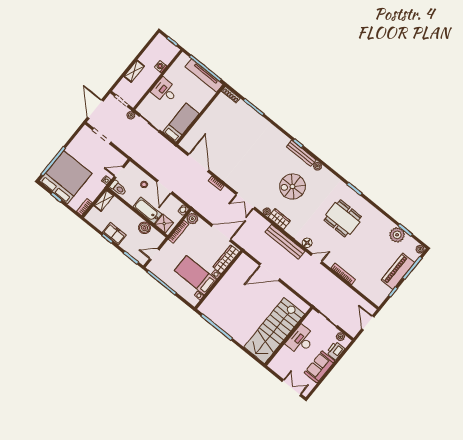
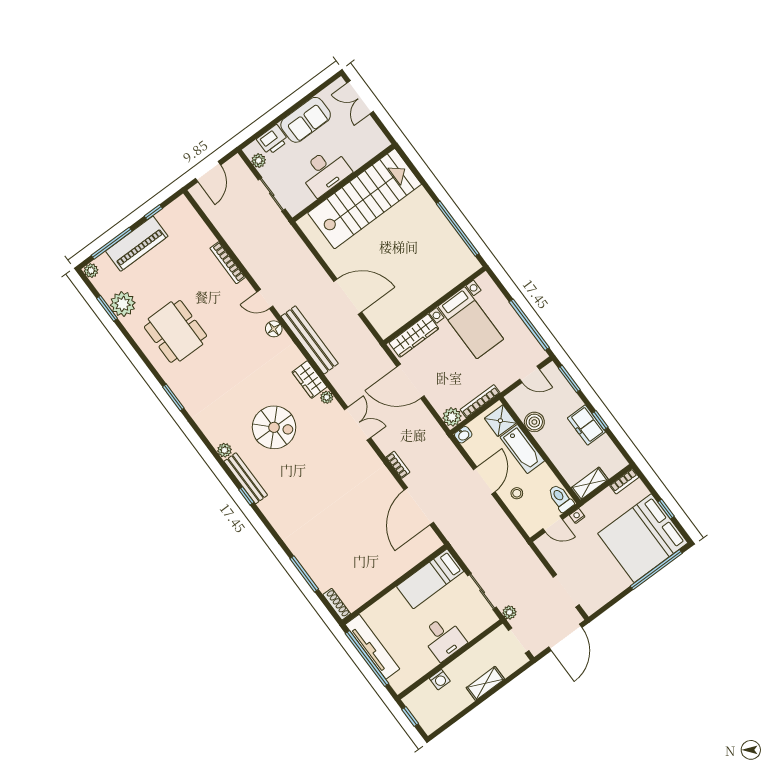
dining table: (343, 218) -> (175, 331), moved

